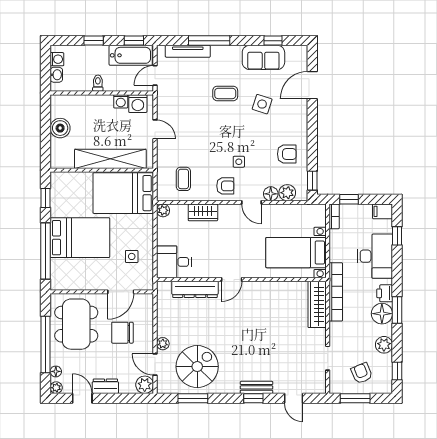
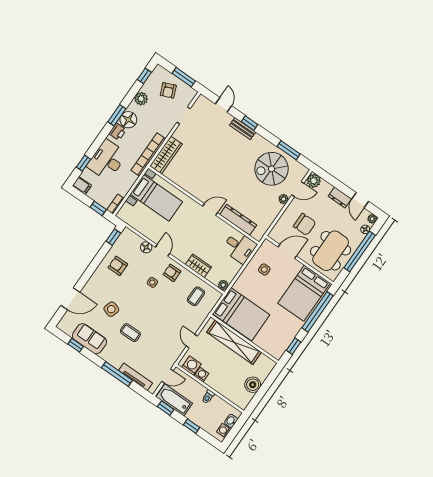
plant: (287, 193) -> (135, 241), removed
bed: (80, 238) -> (304, 293), moved, turned -90
door: (155, 365) -> (298, 189), hinge flipped

